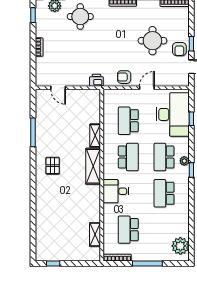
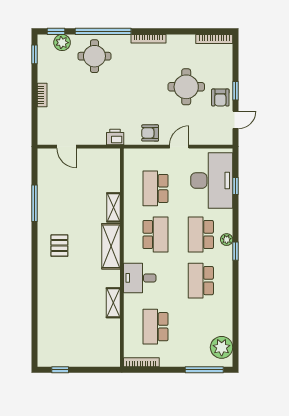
shelving: (95, 235) -> (113, 303), moved
window: (147, 264) -> (204, 370), moved

